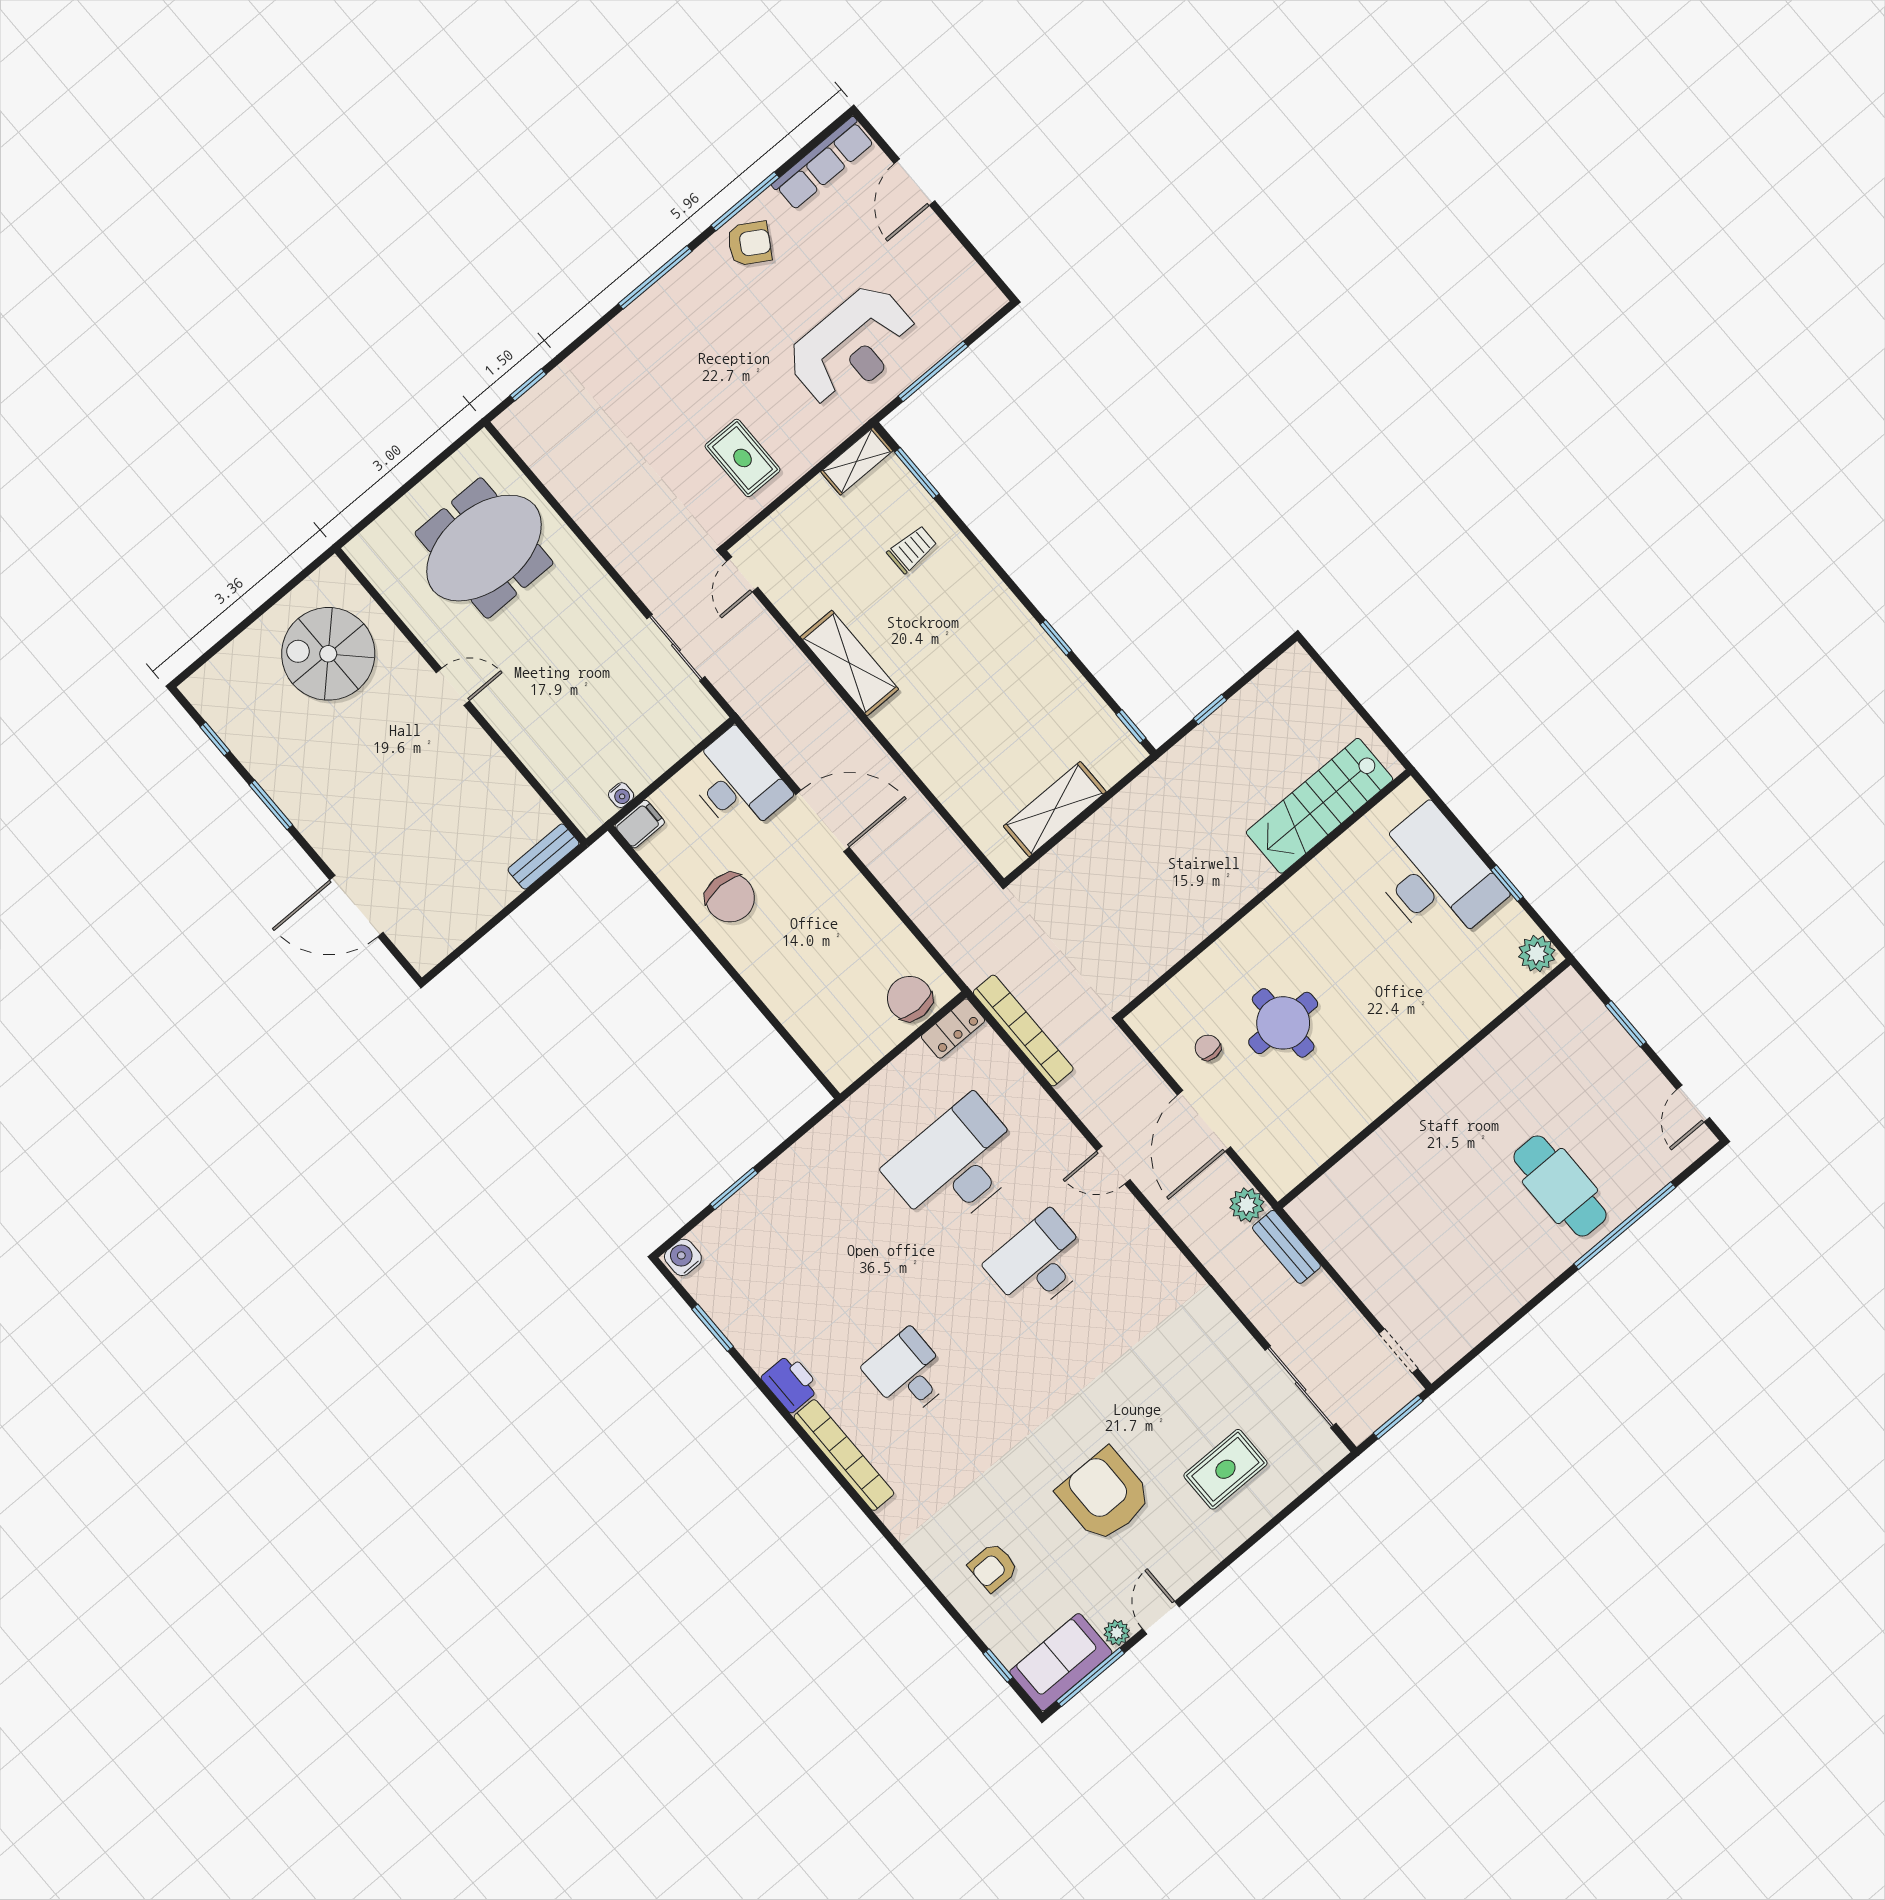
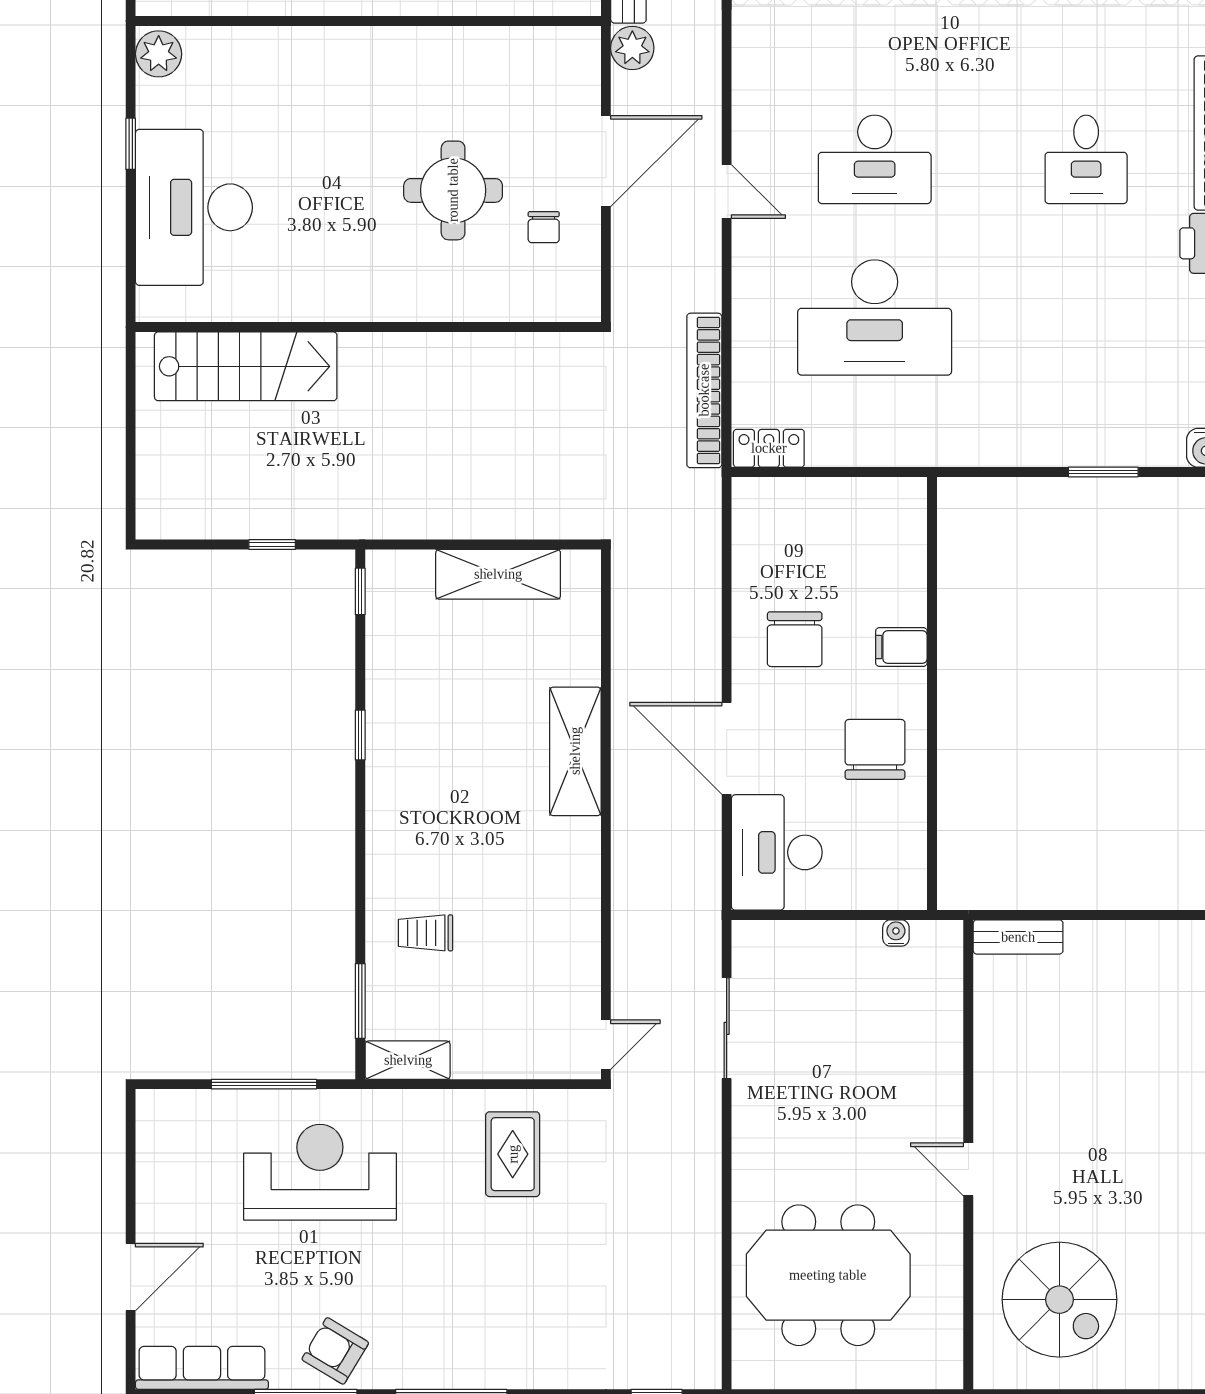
shelving: (849, 663) -> (575, 751), moved
filing cabinet: (640, 824) -> (901, 647), moved
chair: (910, 998) -> (795, 639), moved

